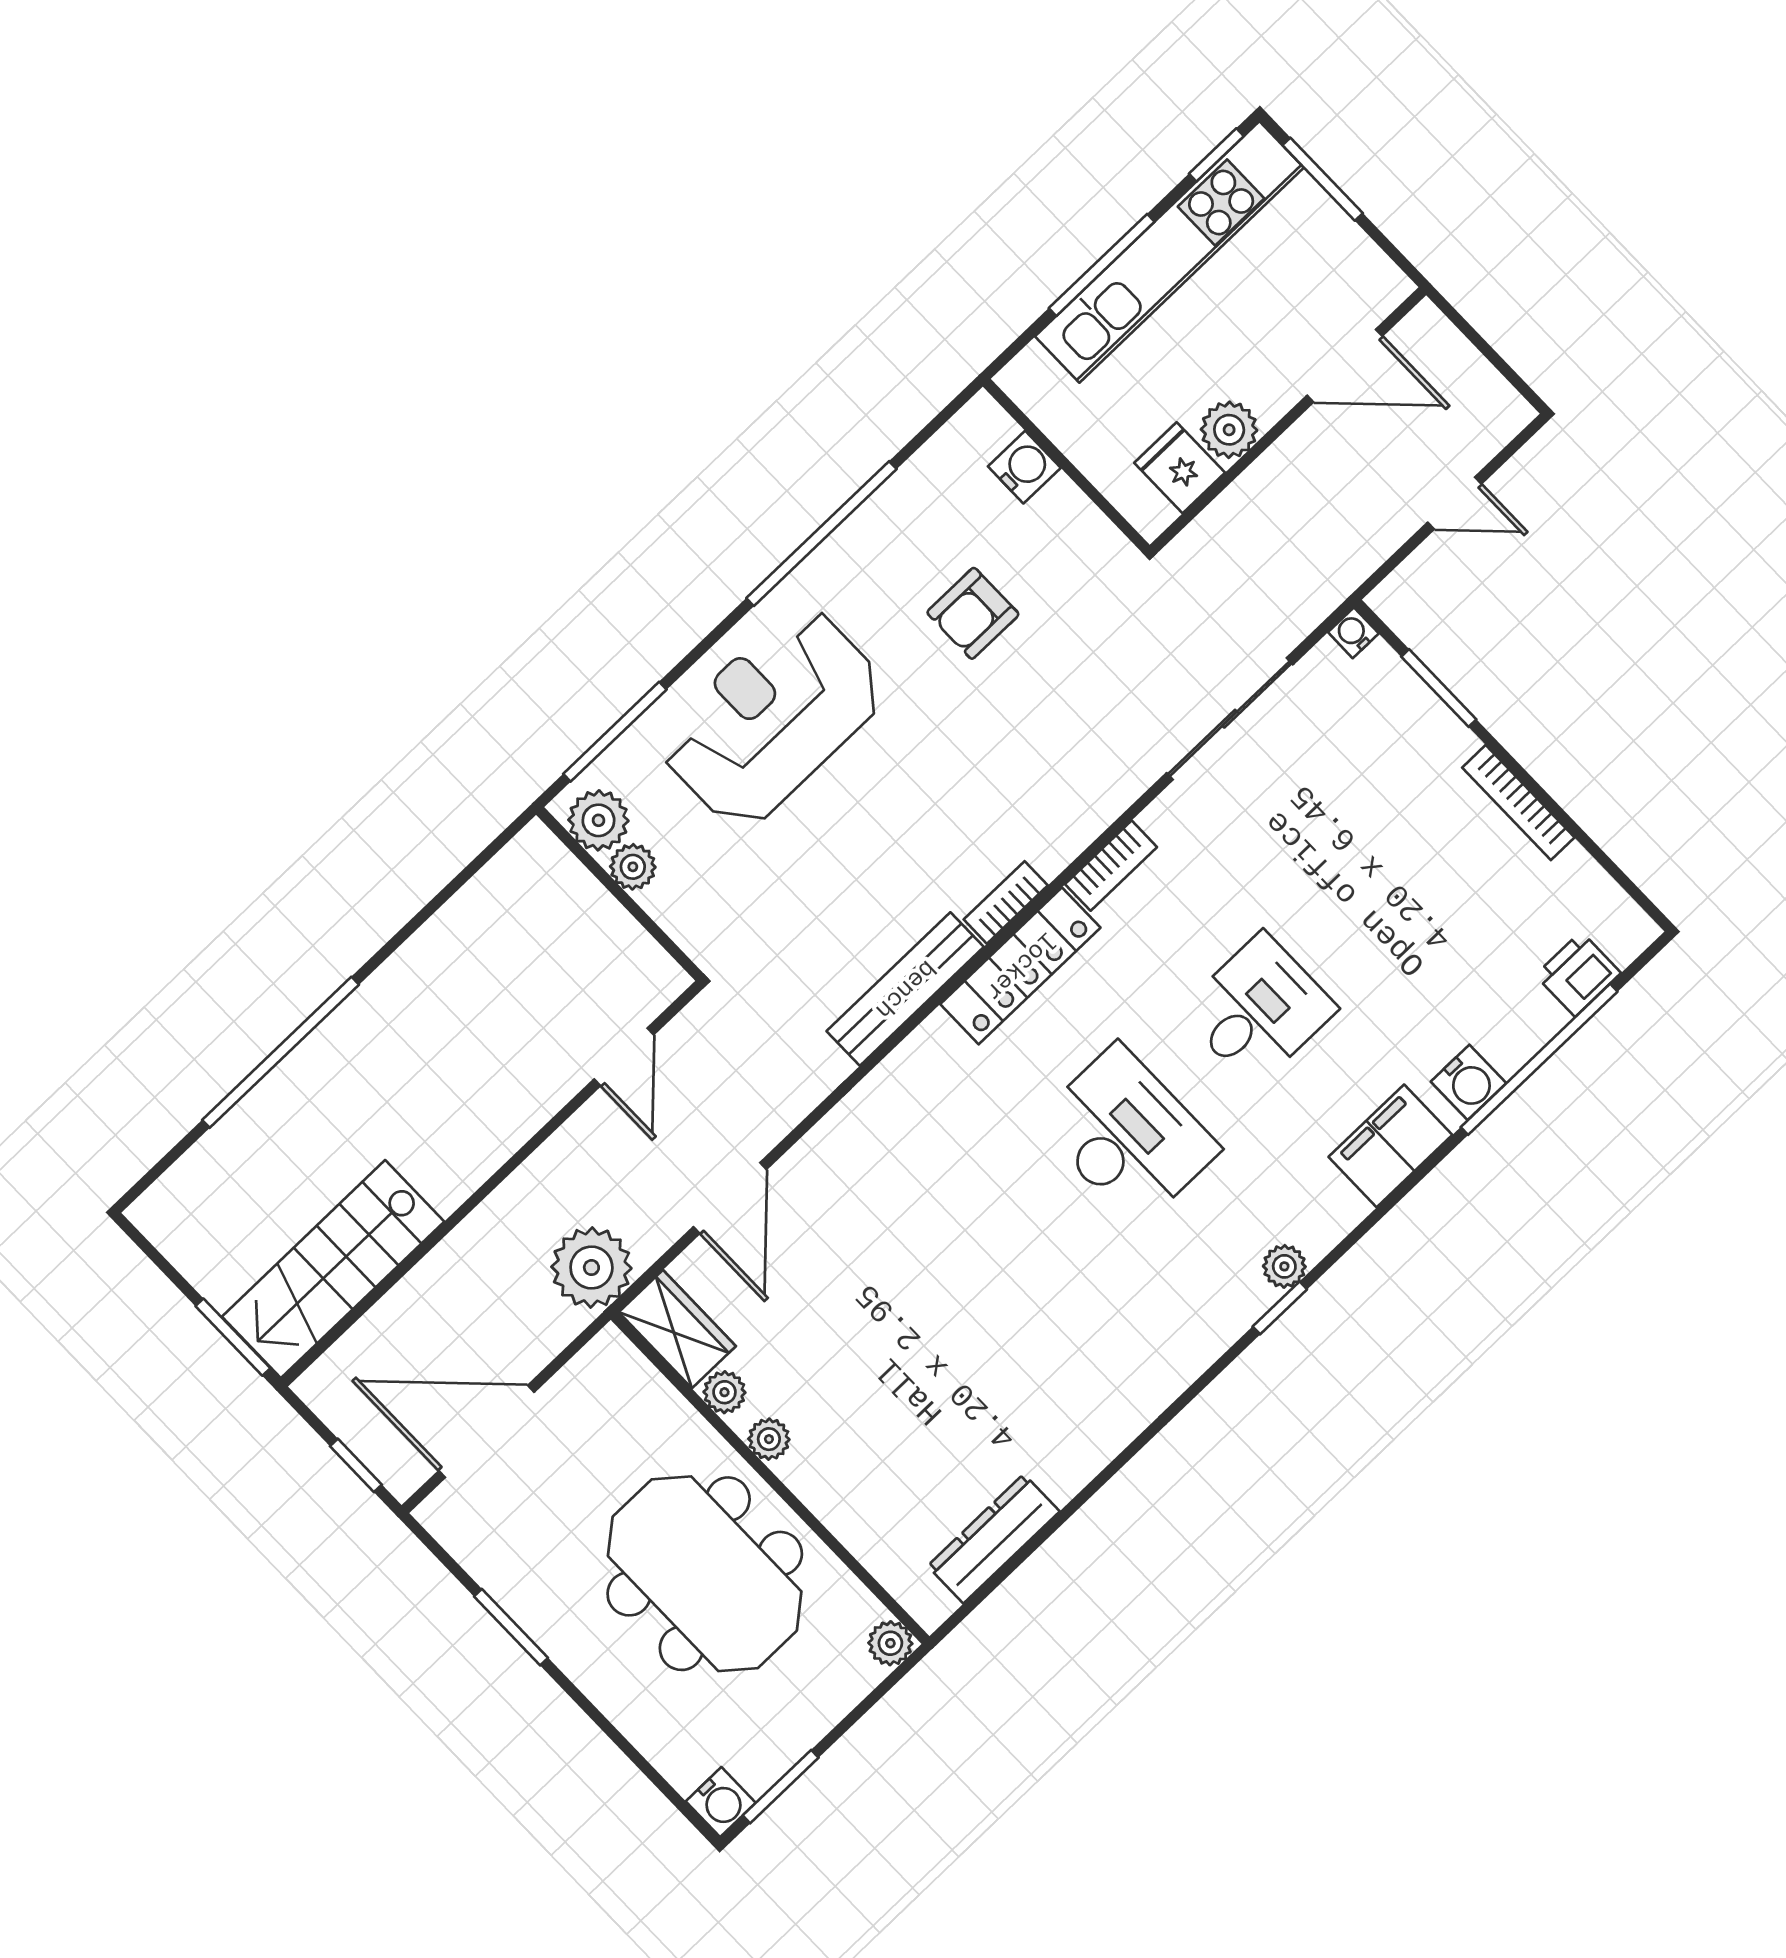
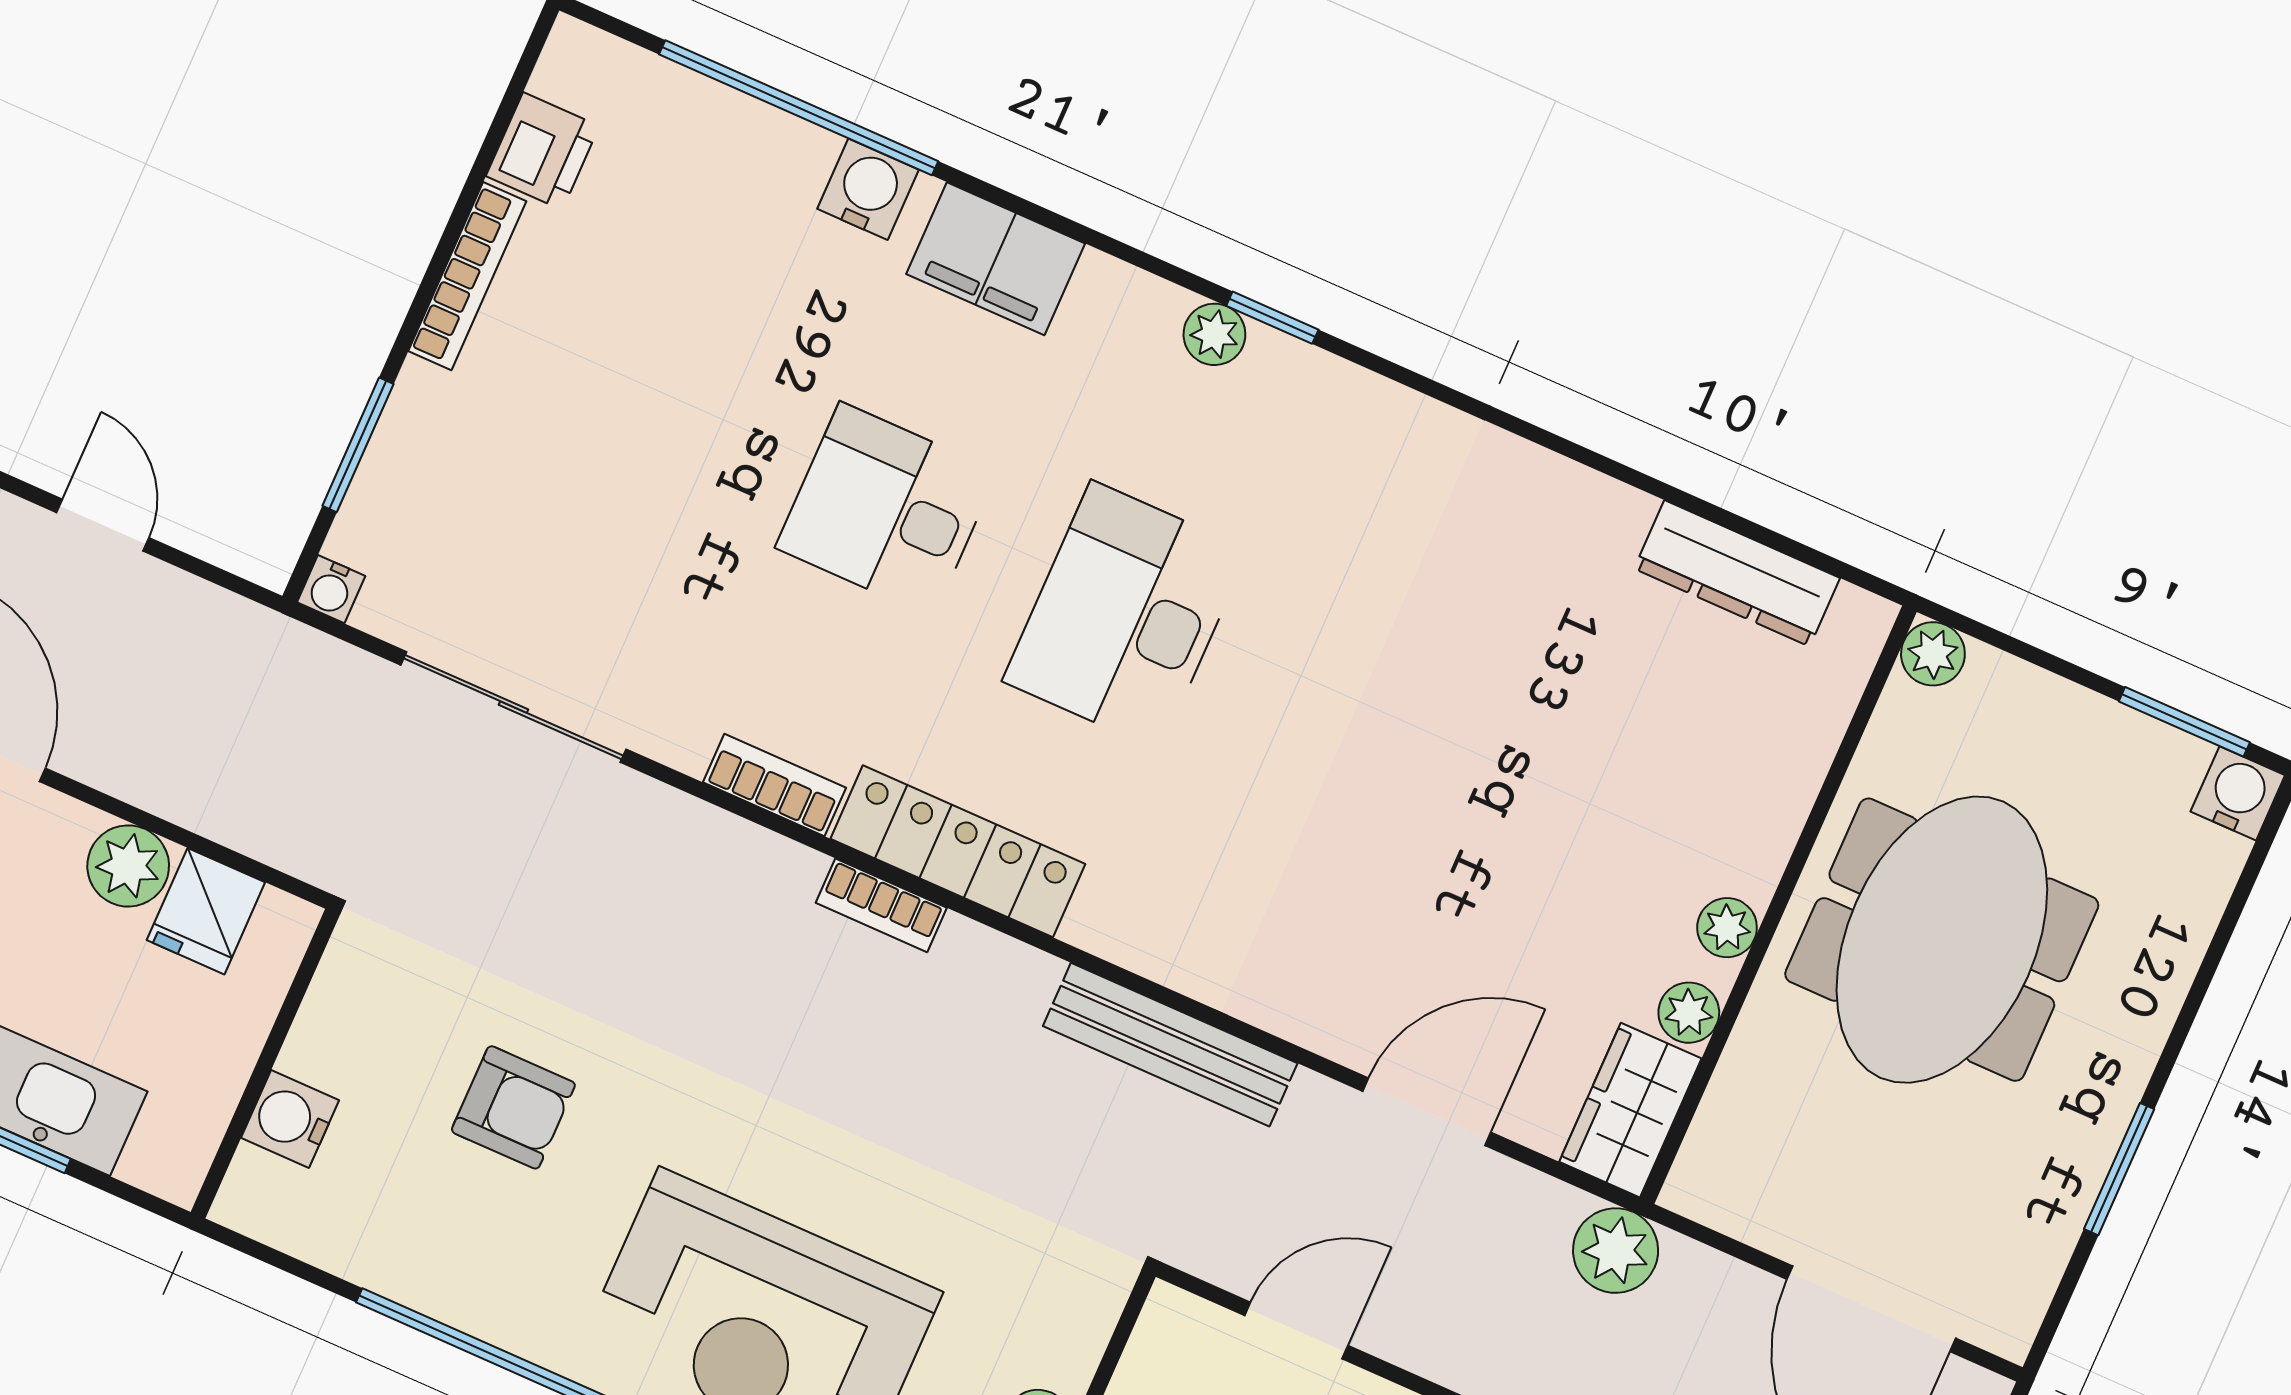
printer: (1578, 974) -> (543, 151), moved, turned -90
bench: (905, 989) -> (1170, 1045), moved
plant: (591, 1268) -> (1616, 1251), width x0.73, depth x0.73

